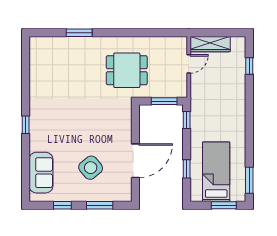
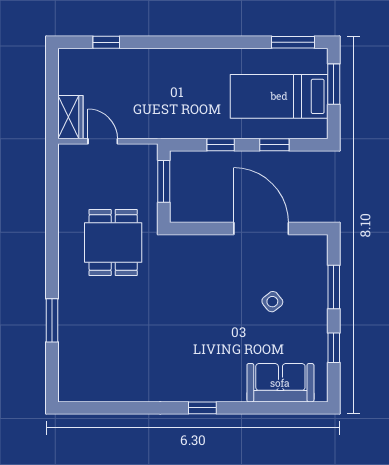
wardrobe: (210, 44) -> (70, 117), width x0.67
window: (187, 120) -> (221, 145), moved
side table: (91, 168) -> (272, 302), width x0.54, depth x0.54

